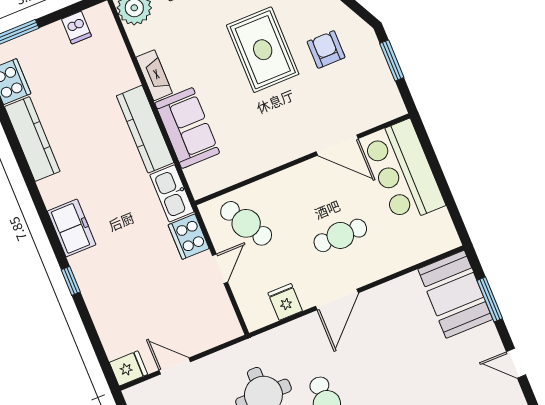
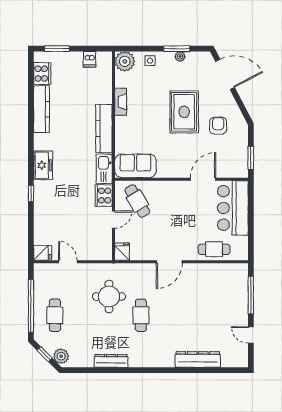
window: (392, 60) -> (251, 158), moved
sofa: (187, 128) -> (135, 166), moved, turned -90
door: (337, 145) -> (203, 179), swing flipped
cafe table: (340, 235) -> (214, 249), moved
booth: (455, 294) -> (233, 285), removed
window: (490, 299) -> (251, 295), width x1.44
fridge: (285, 302) -> (122, 252), moved

